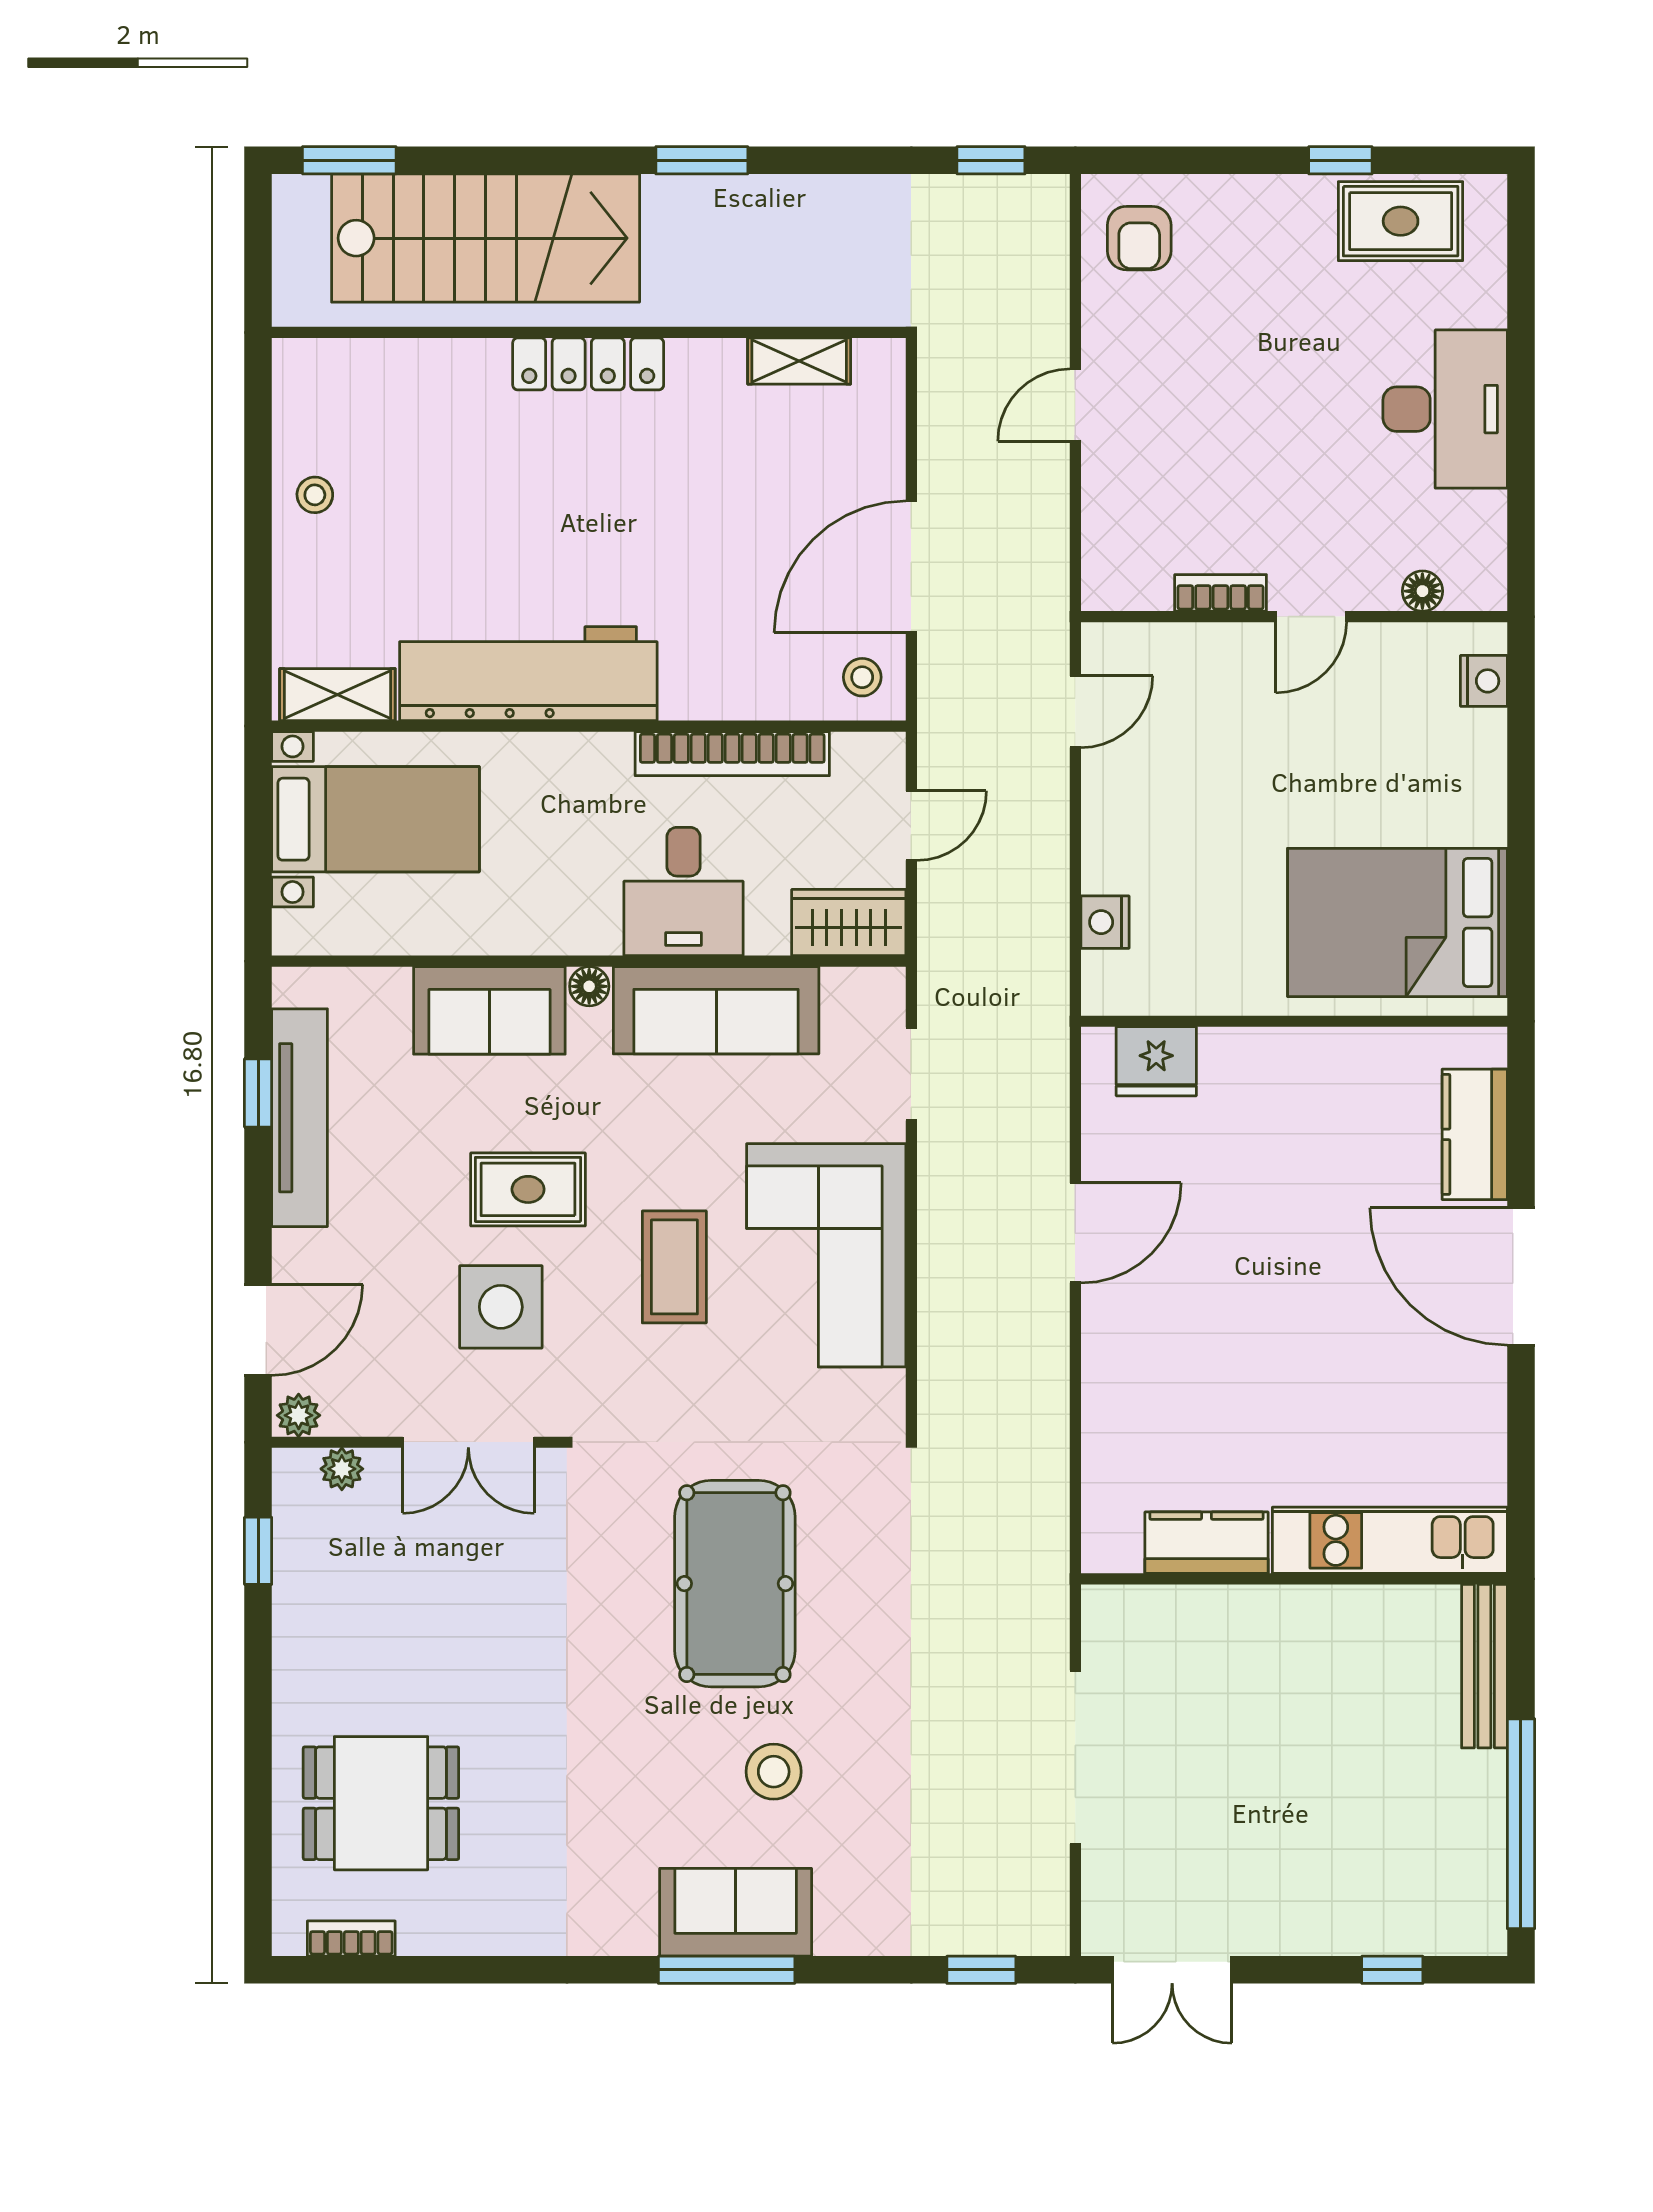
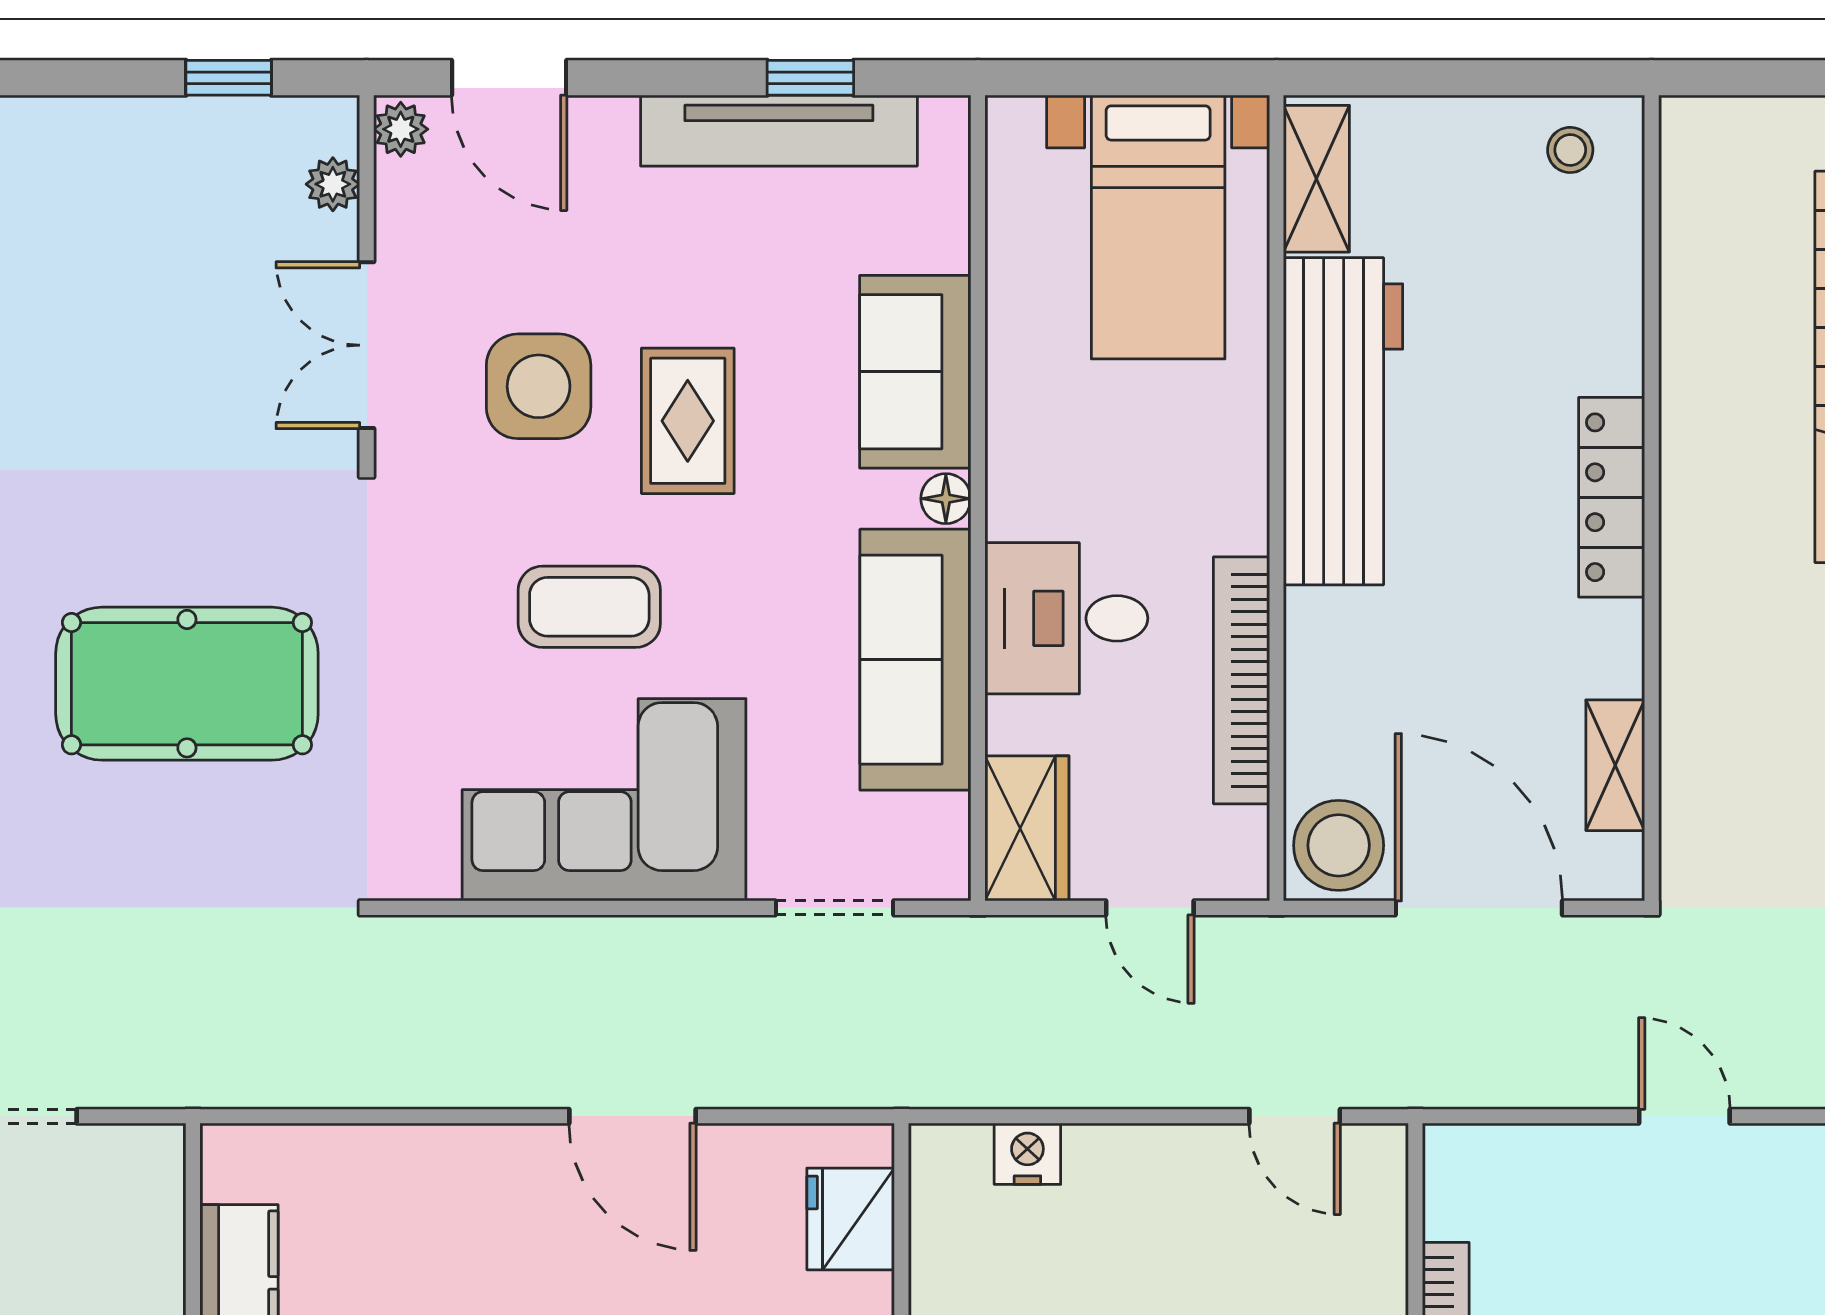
wall: (589, 332) -> (1652, 498), moved
shelving: (799, 361) -> (1615, 765), moved
locker: (588, 364) -> (1612, 497), moved
stool: (862, 677) -> (1339, 845), width x1.89, depth x1.89

